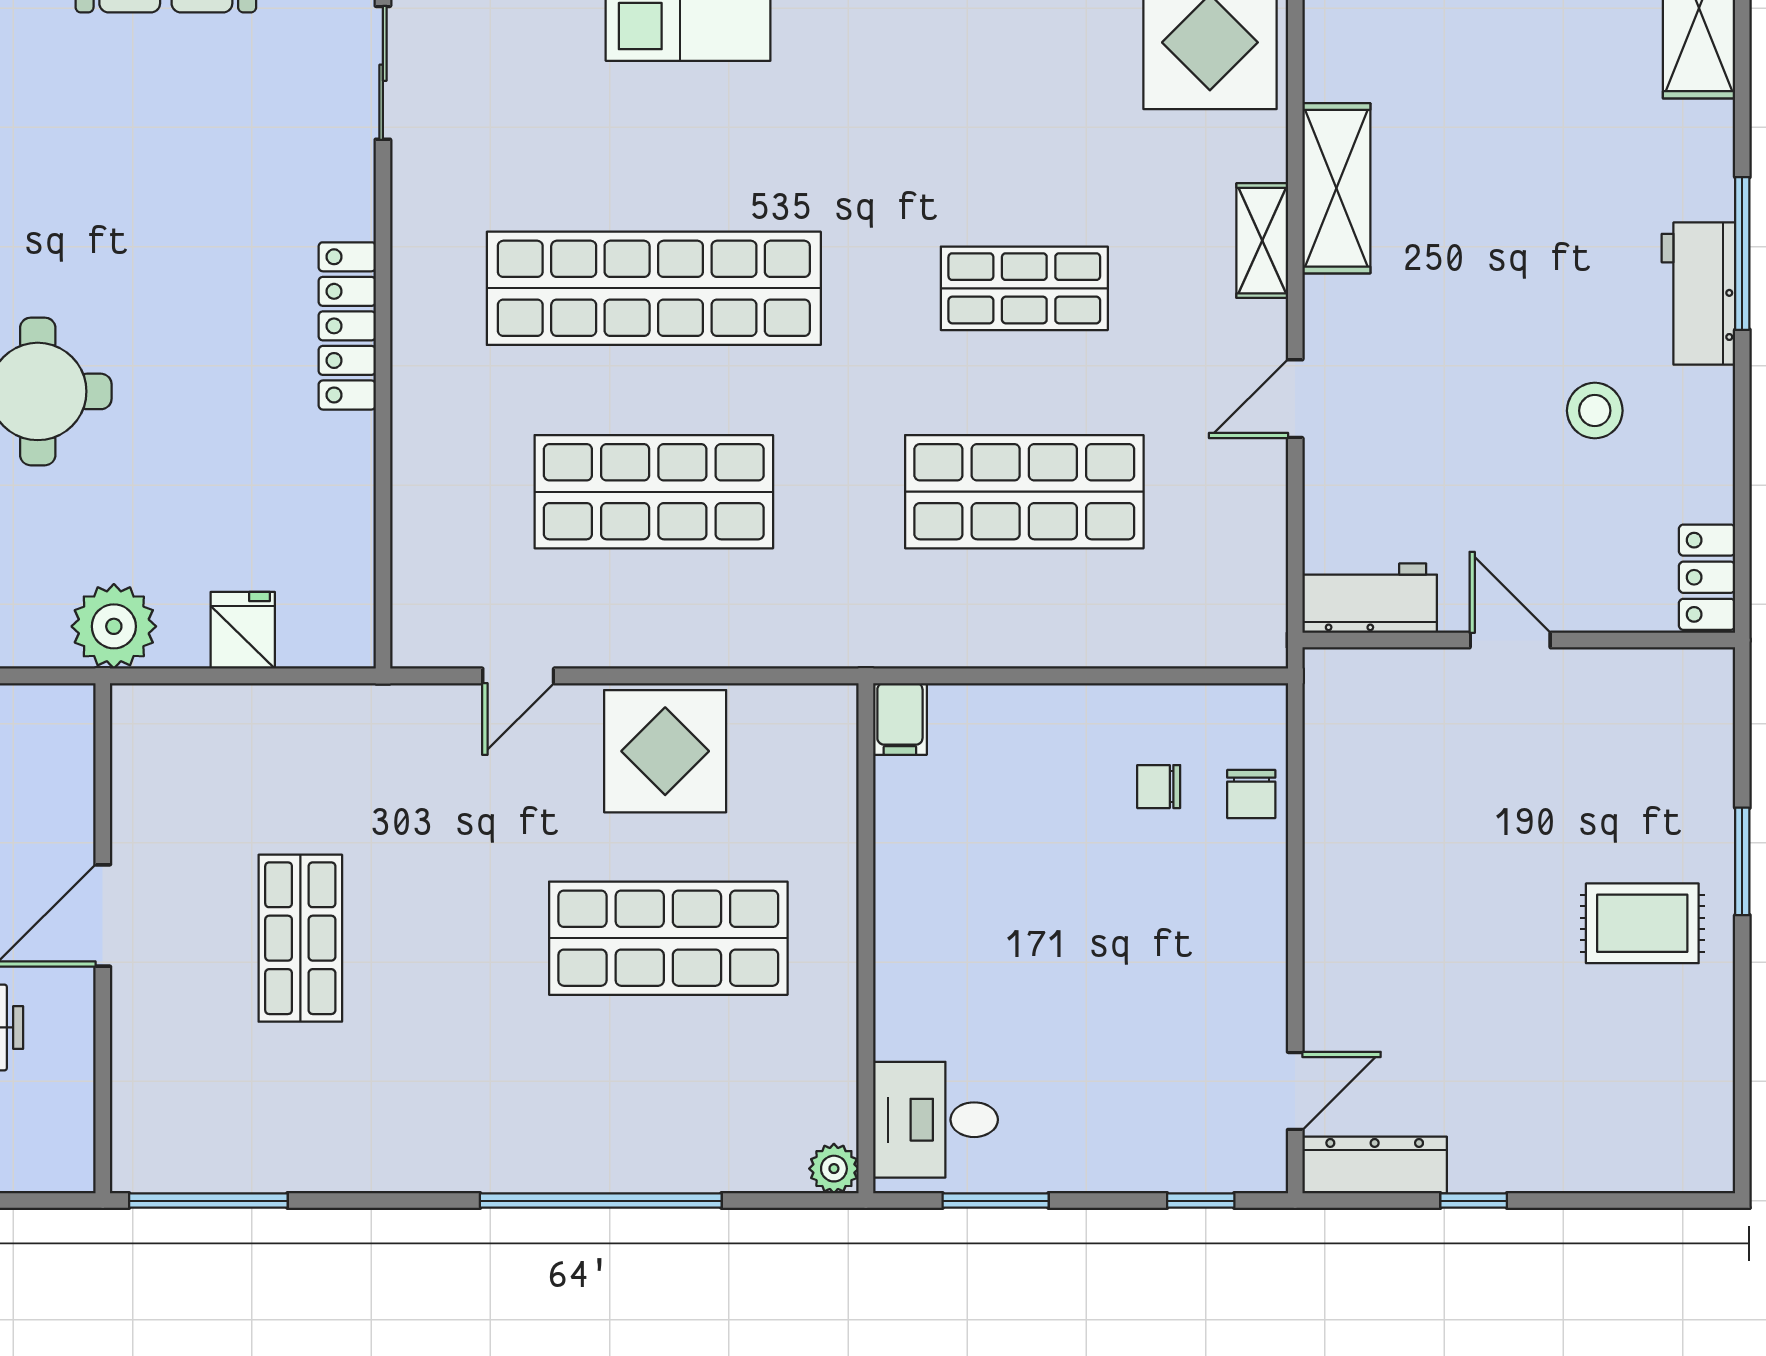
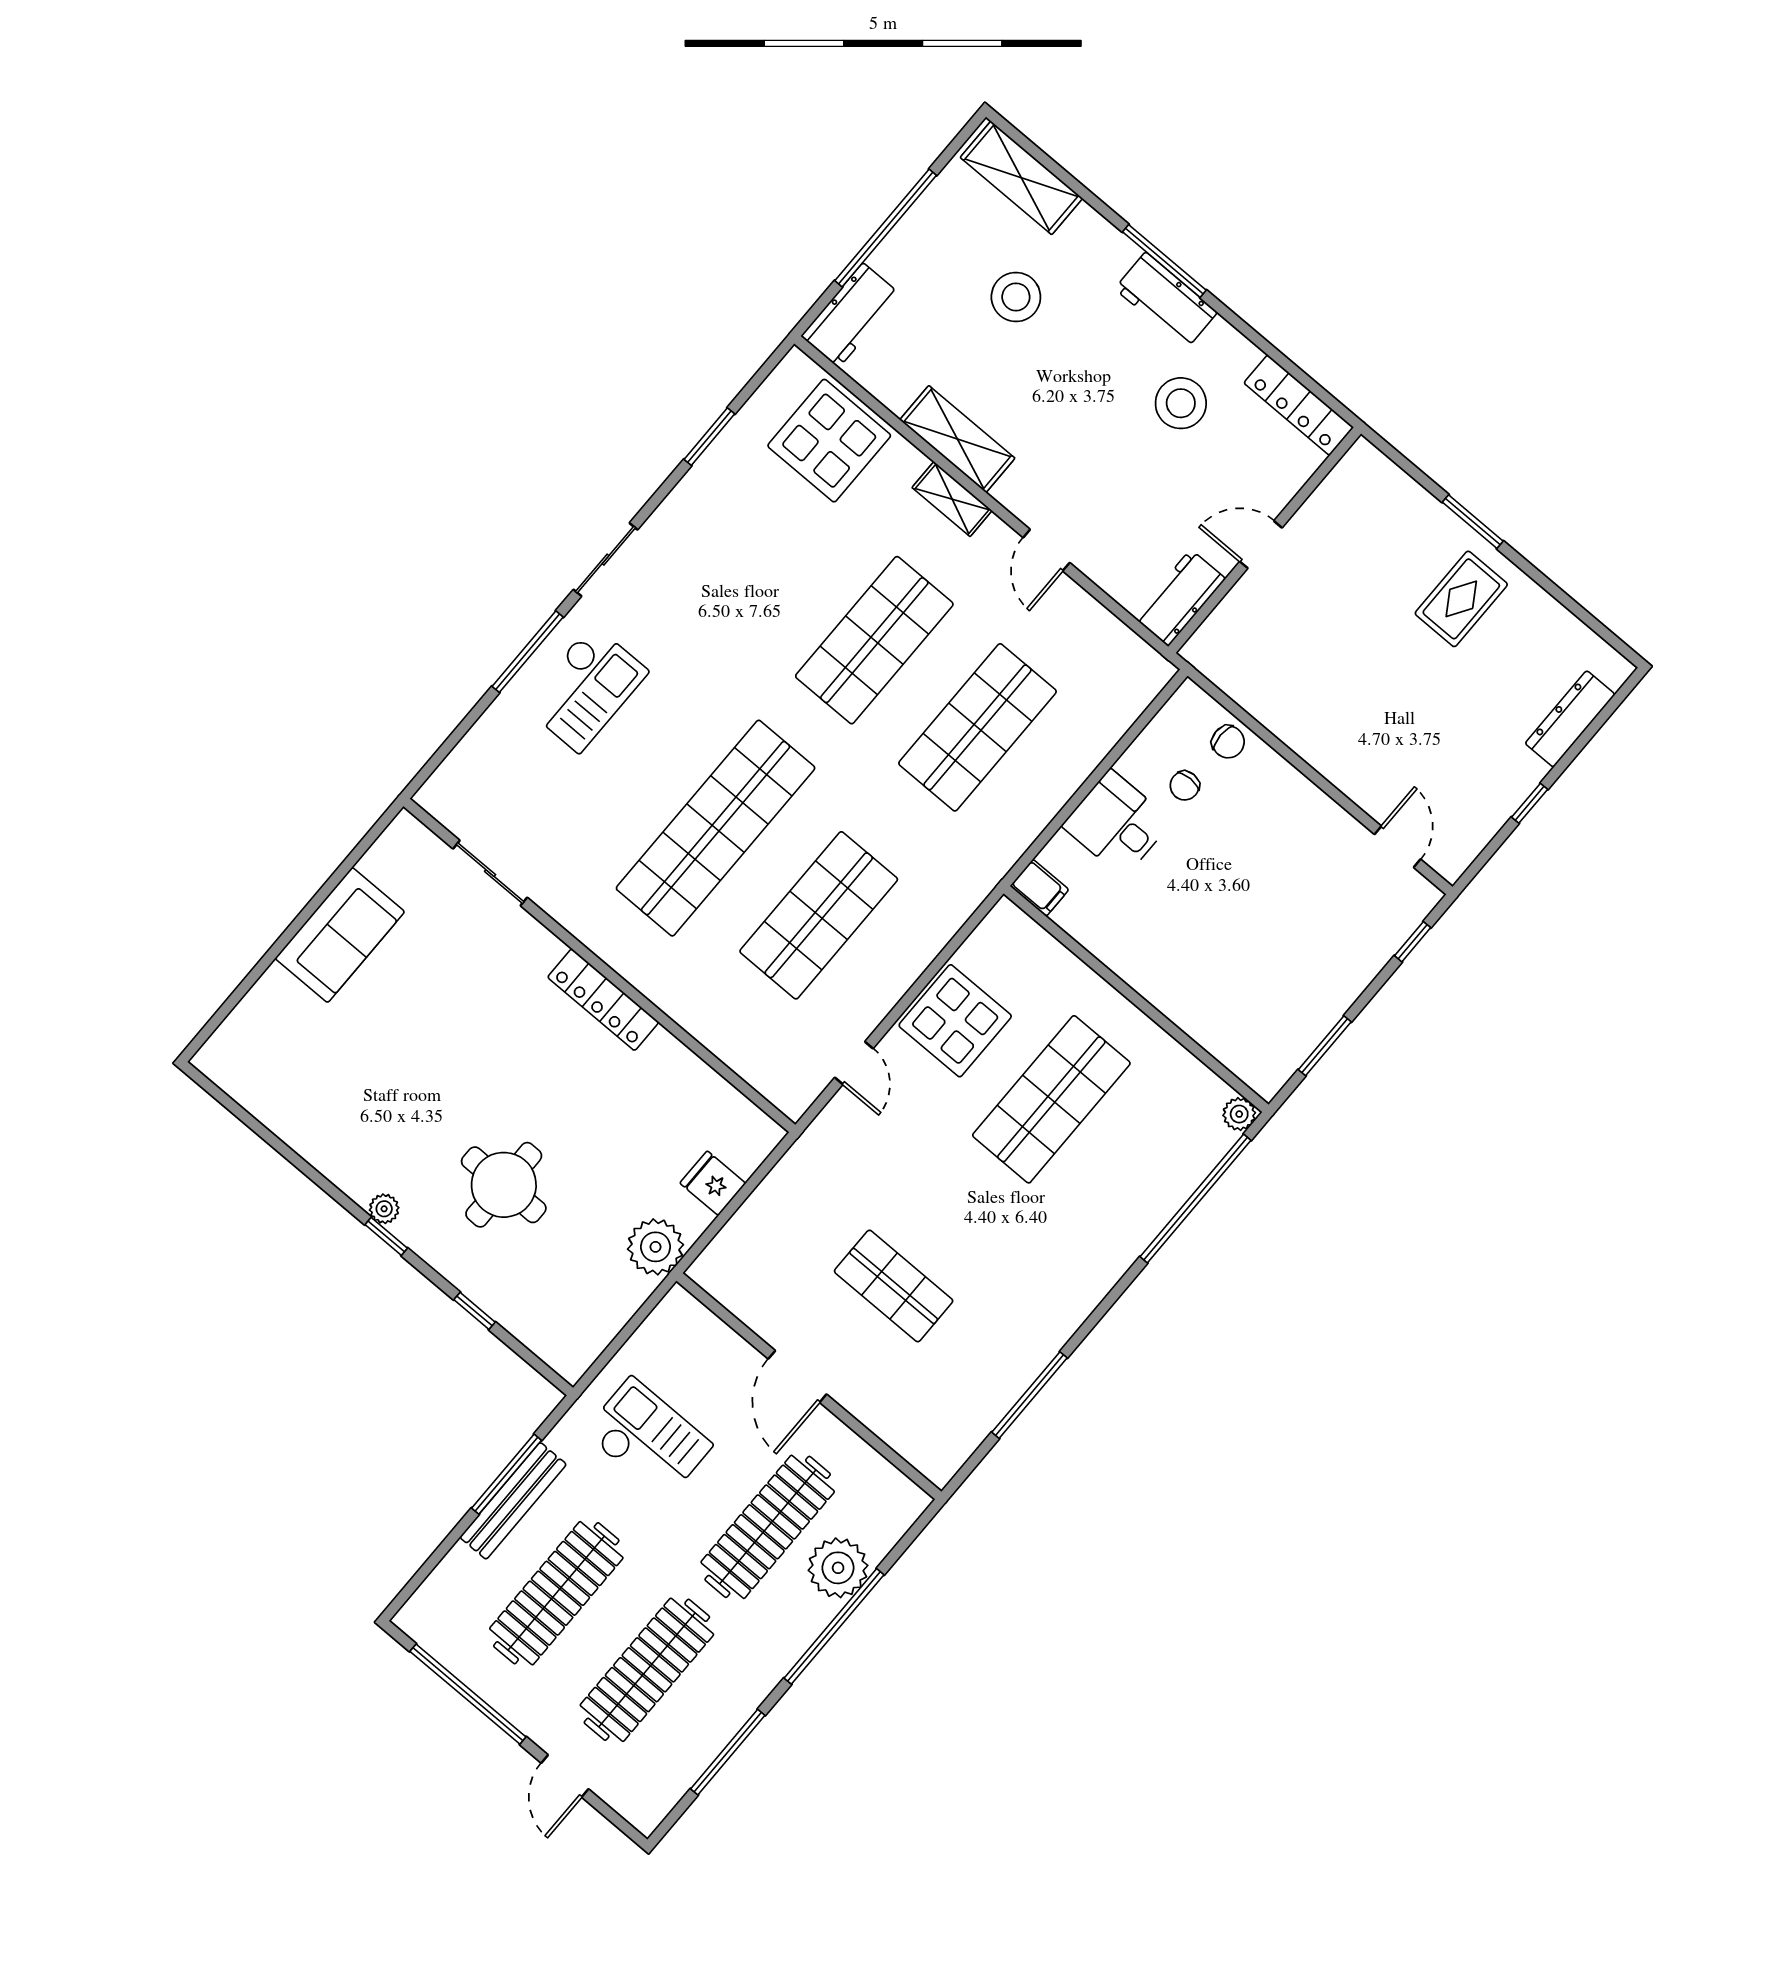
stool: (1557, 118) -> (1016, 297), added
shop shelf: (1024, 288) -> (874, 640), width x1.43, depth x1.36
stool: (1595, 411) -> (1181, 403), width x1.38, depth x1.38
locker: (1707, 577) -> (1299, 405), width x1.53
desk: (935, 1120) -> (1117, 823), moved, turned 90
dresser: (1375, 1165) -> (1570, 719), moved
window: (208, 1201) -> (1029, 1395), moved
window: (601, 1201) -> (1196, 1199), moved

